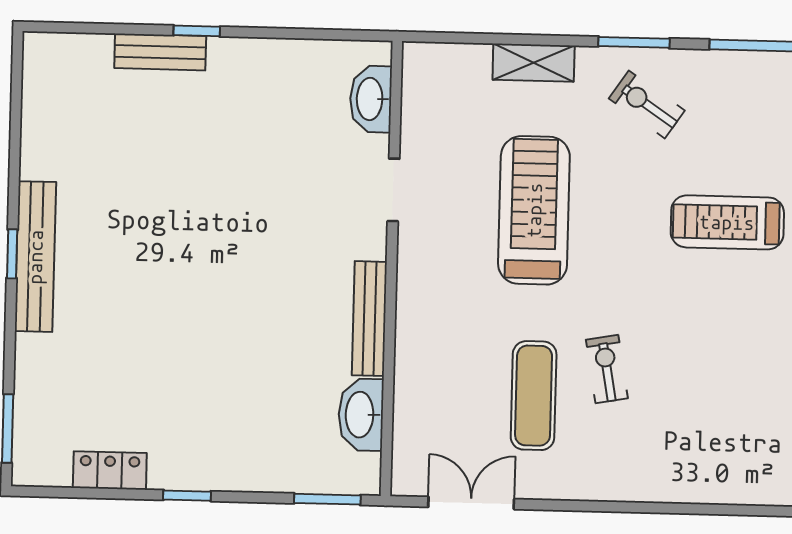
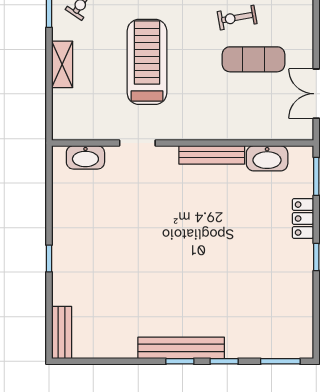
bench: (160, 52) -> (62, 332), moved
treadmill: (534, 210) -> (147, 62), turned 90
window: (10, 331) -> (224, 361), added
locker: (110, 470) -> (303, 219), moved

